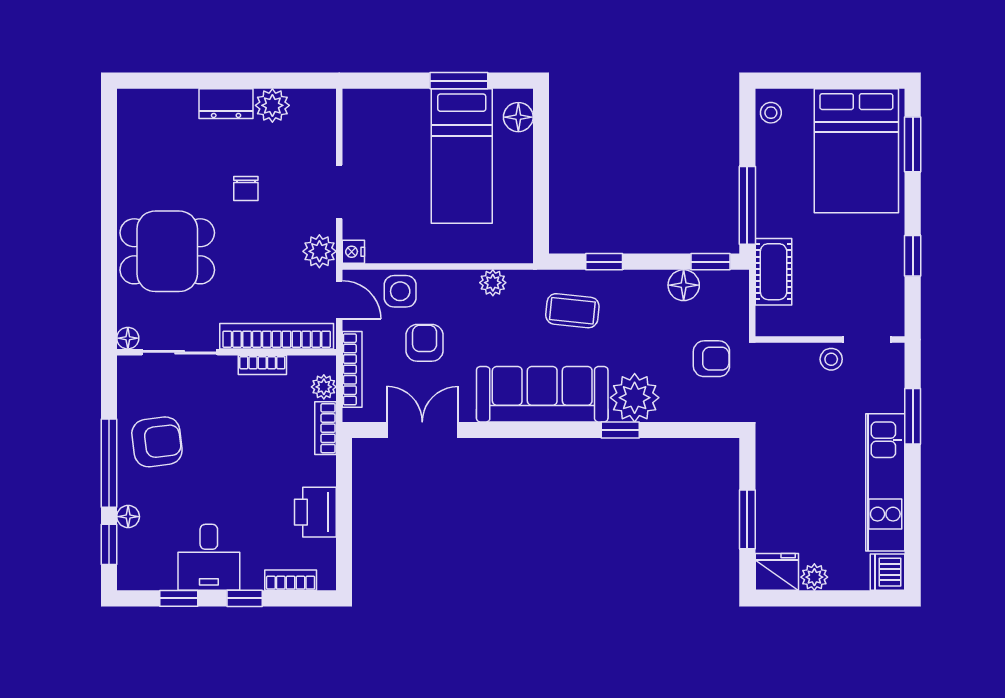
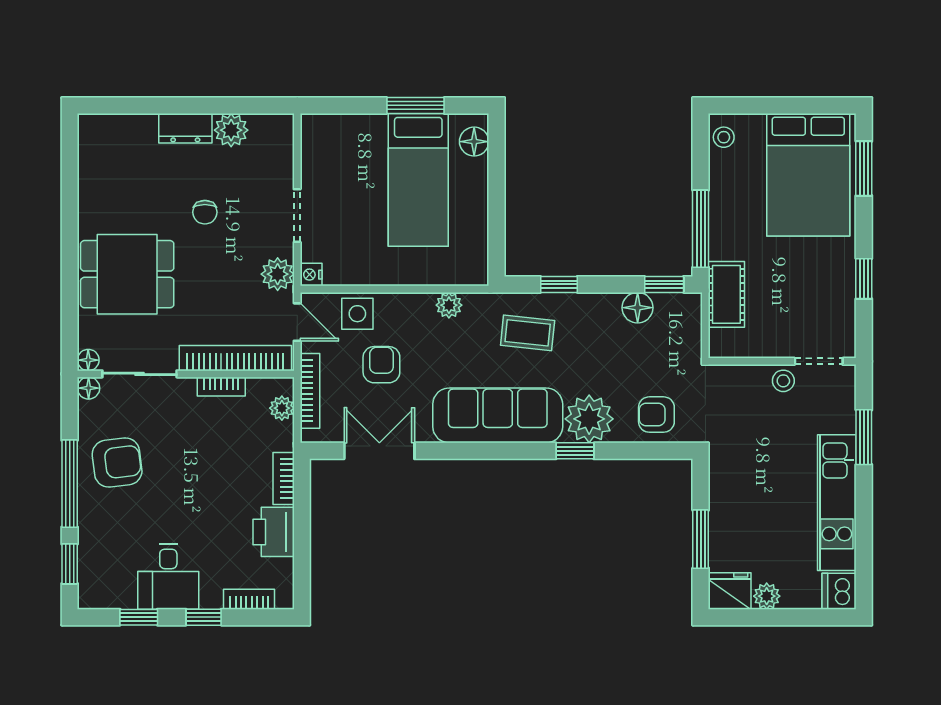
armchair: (711, 359) -> (656, 415), moved, turned 180
bookcase: (325, 428) -> (284, 478), moved
floor lamp: (128, 517) -> (89, 388), moved

